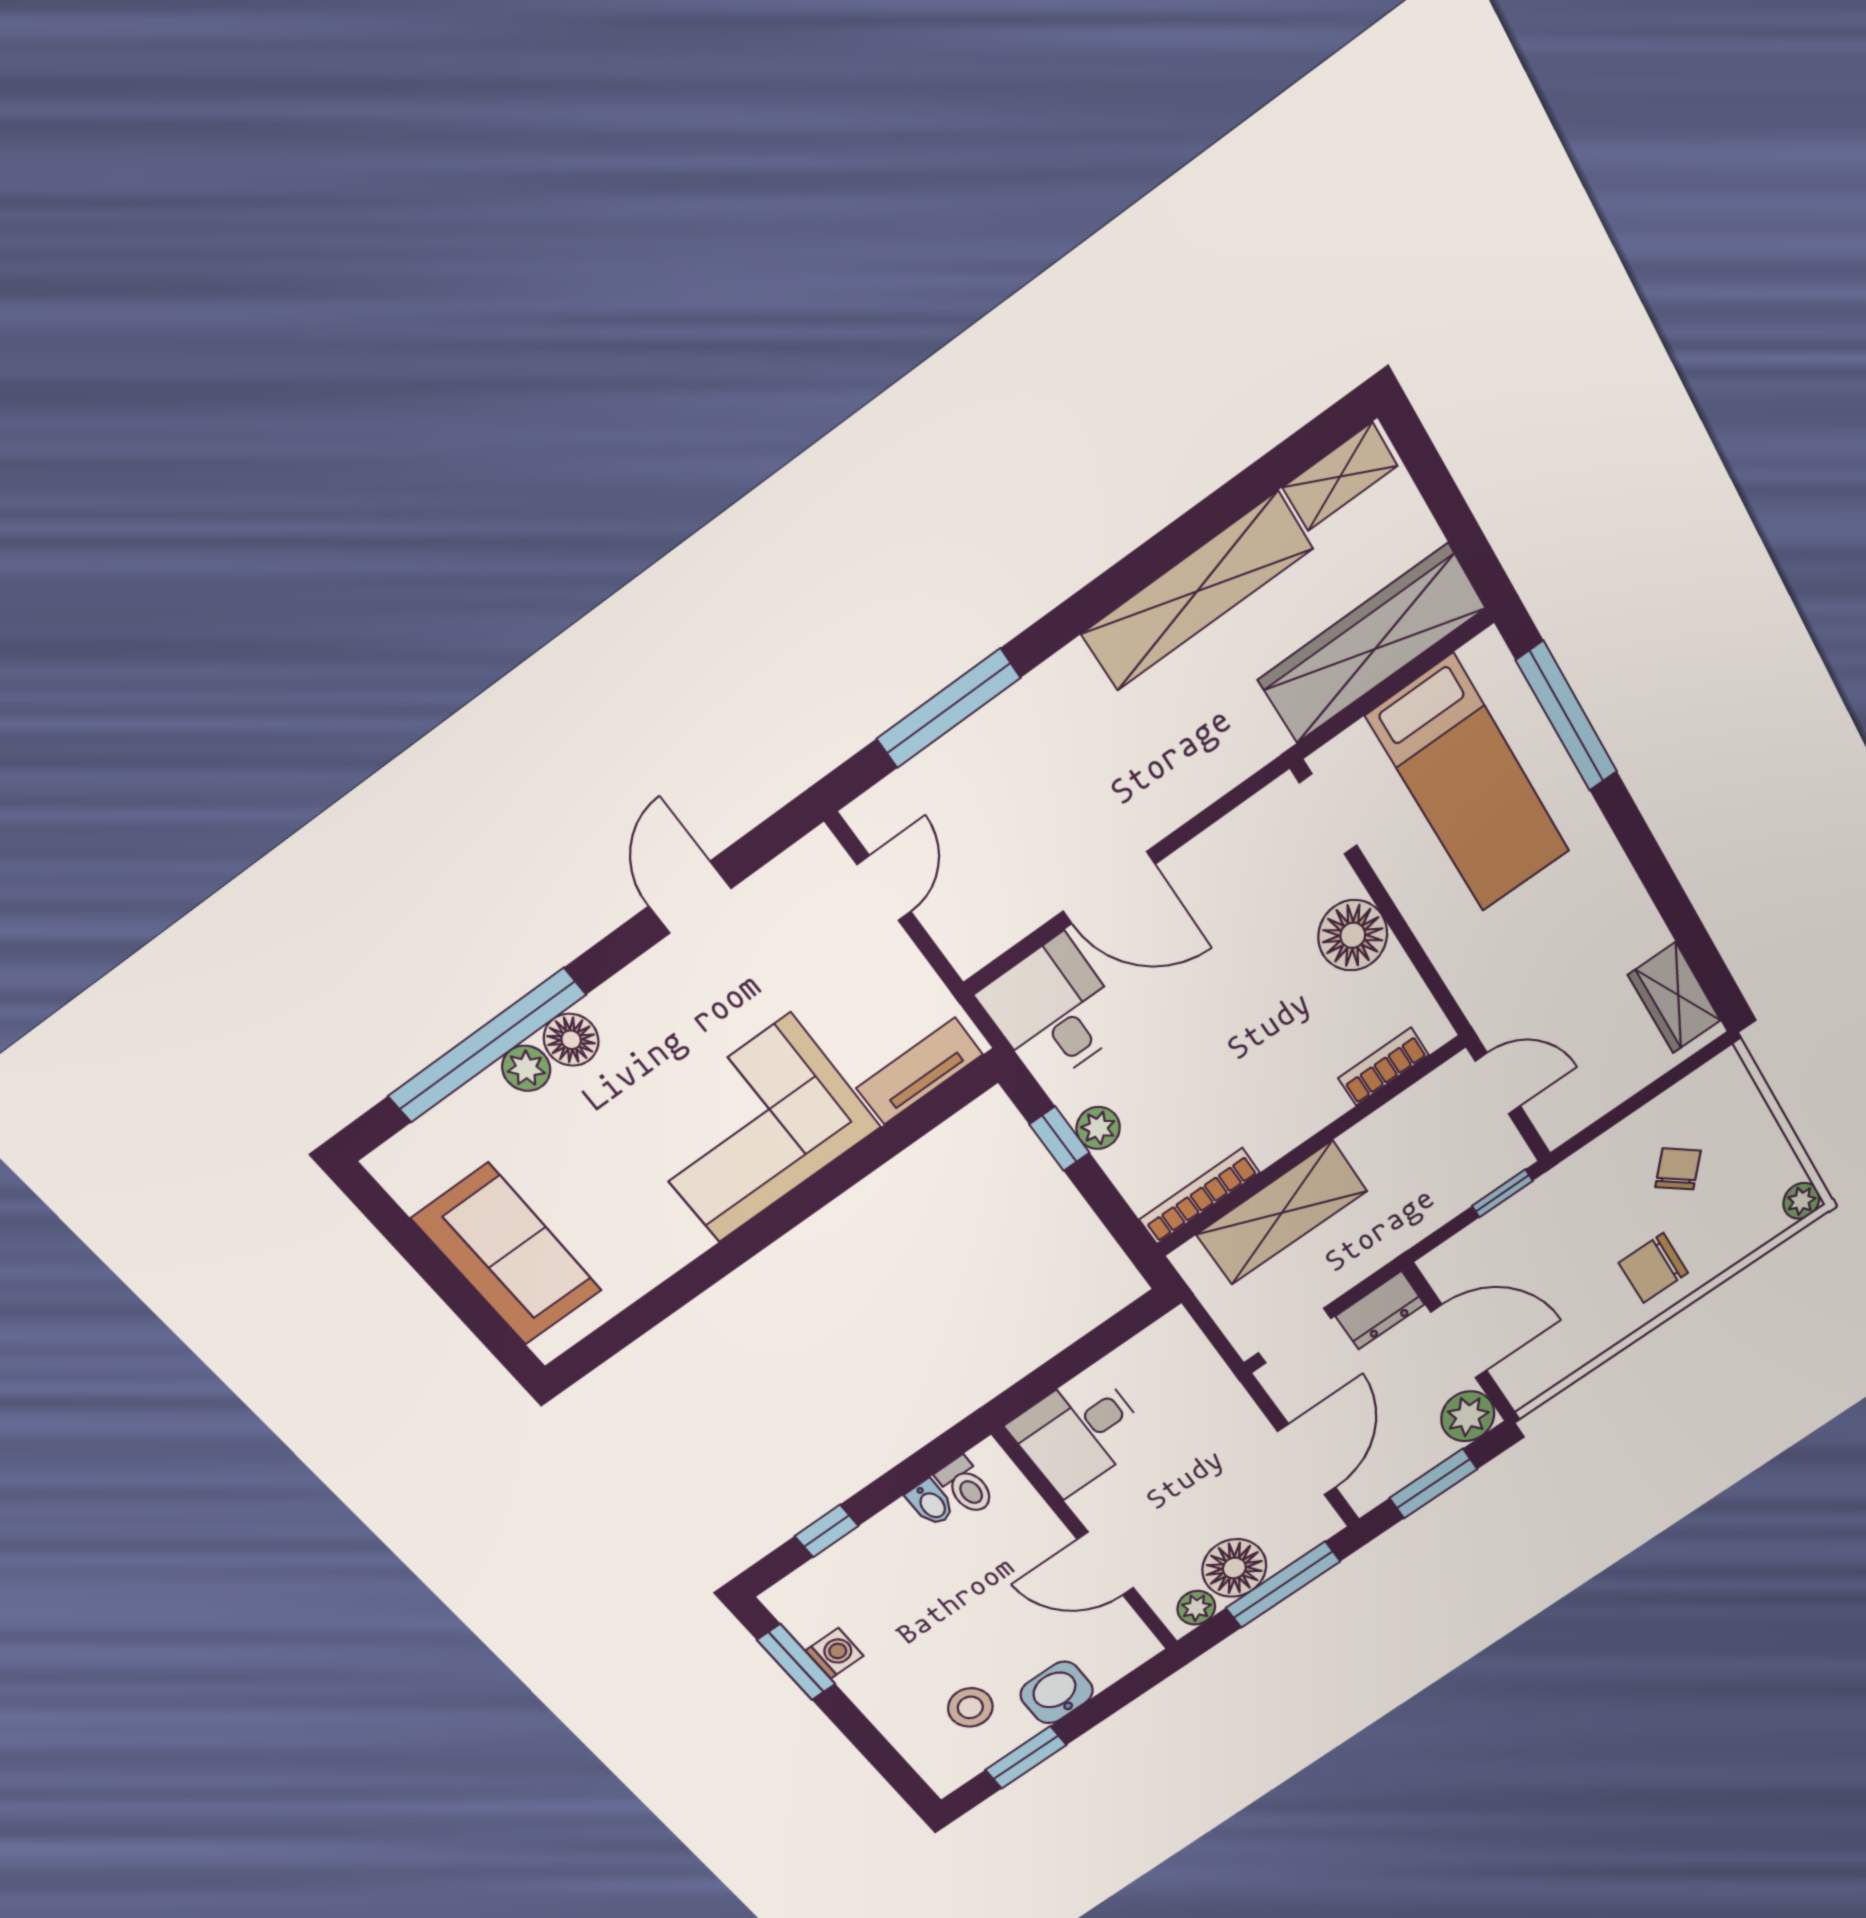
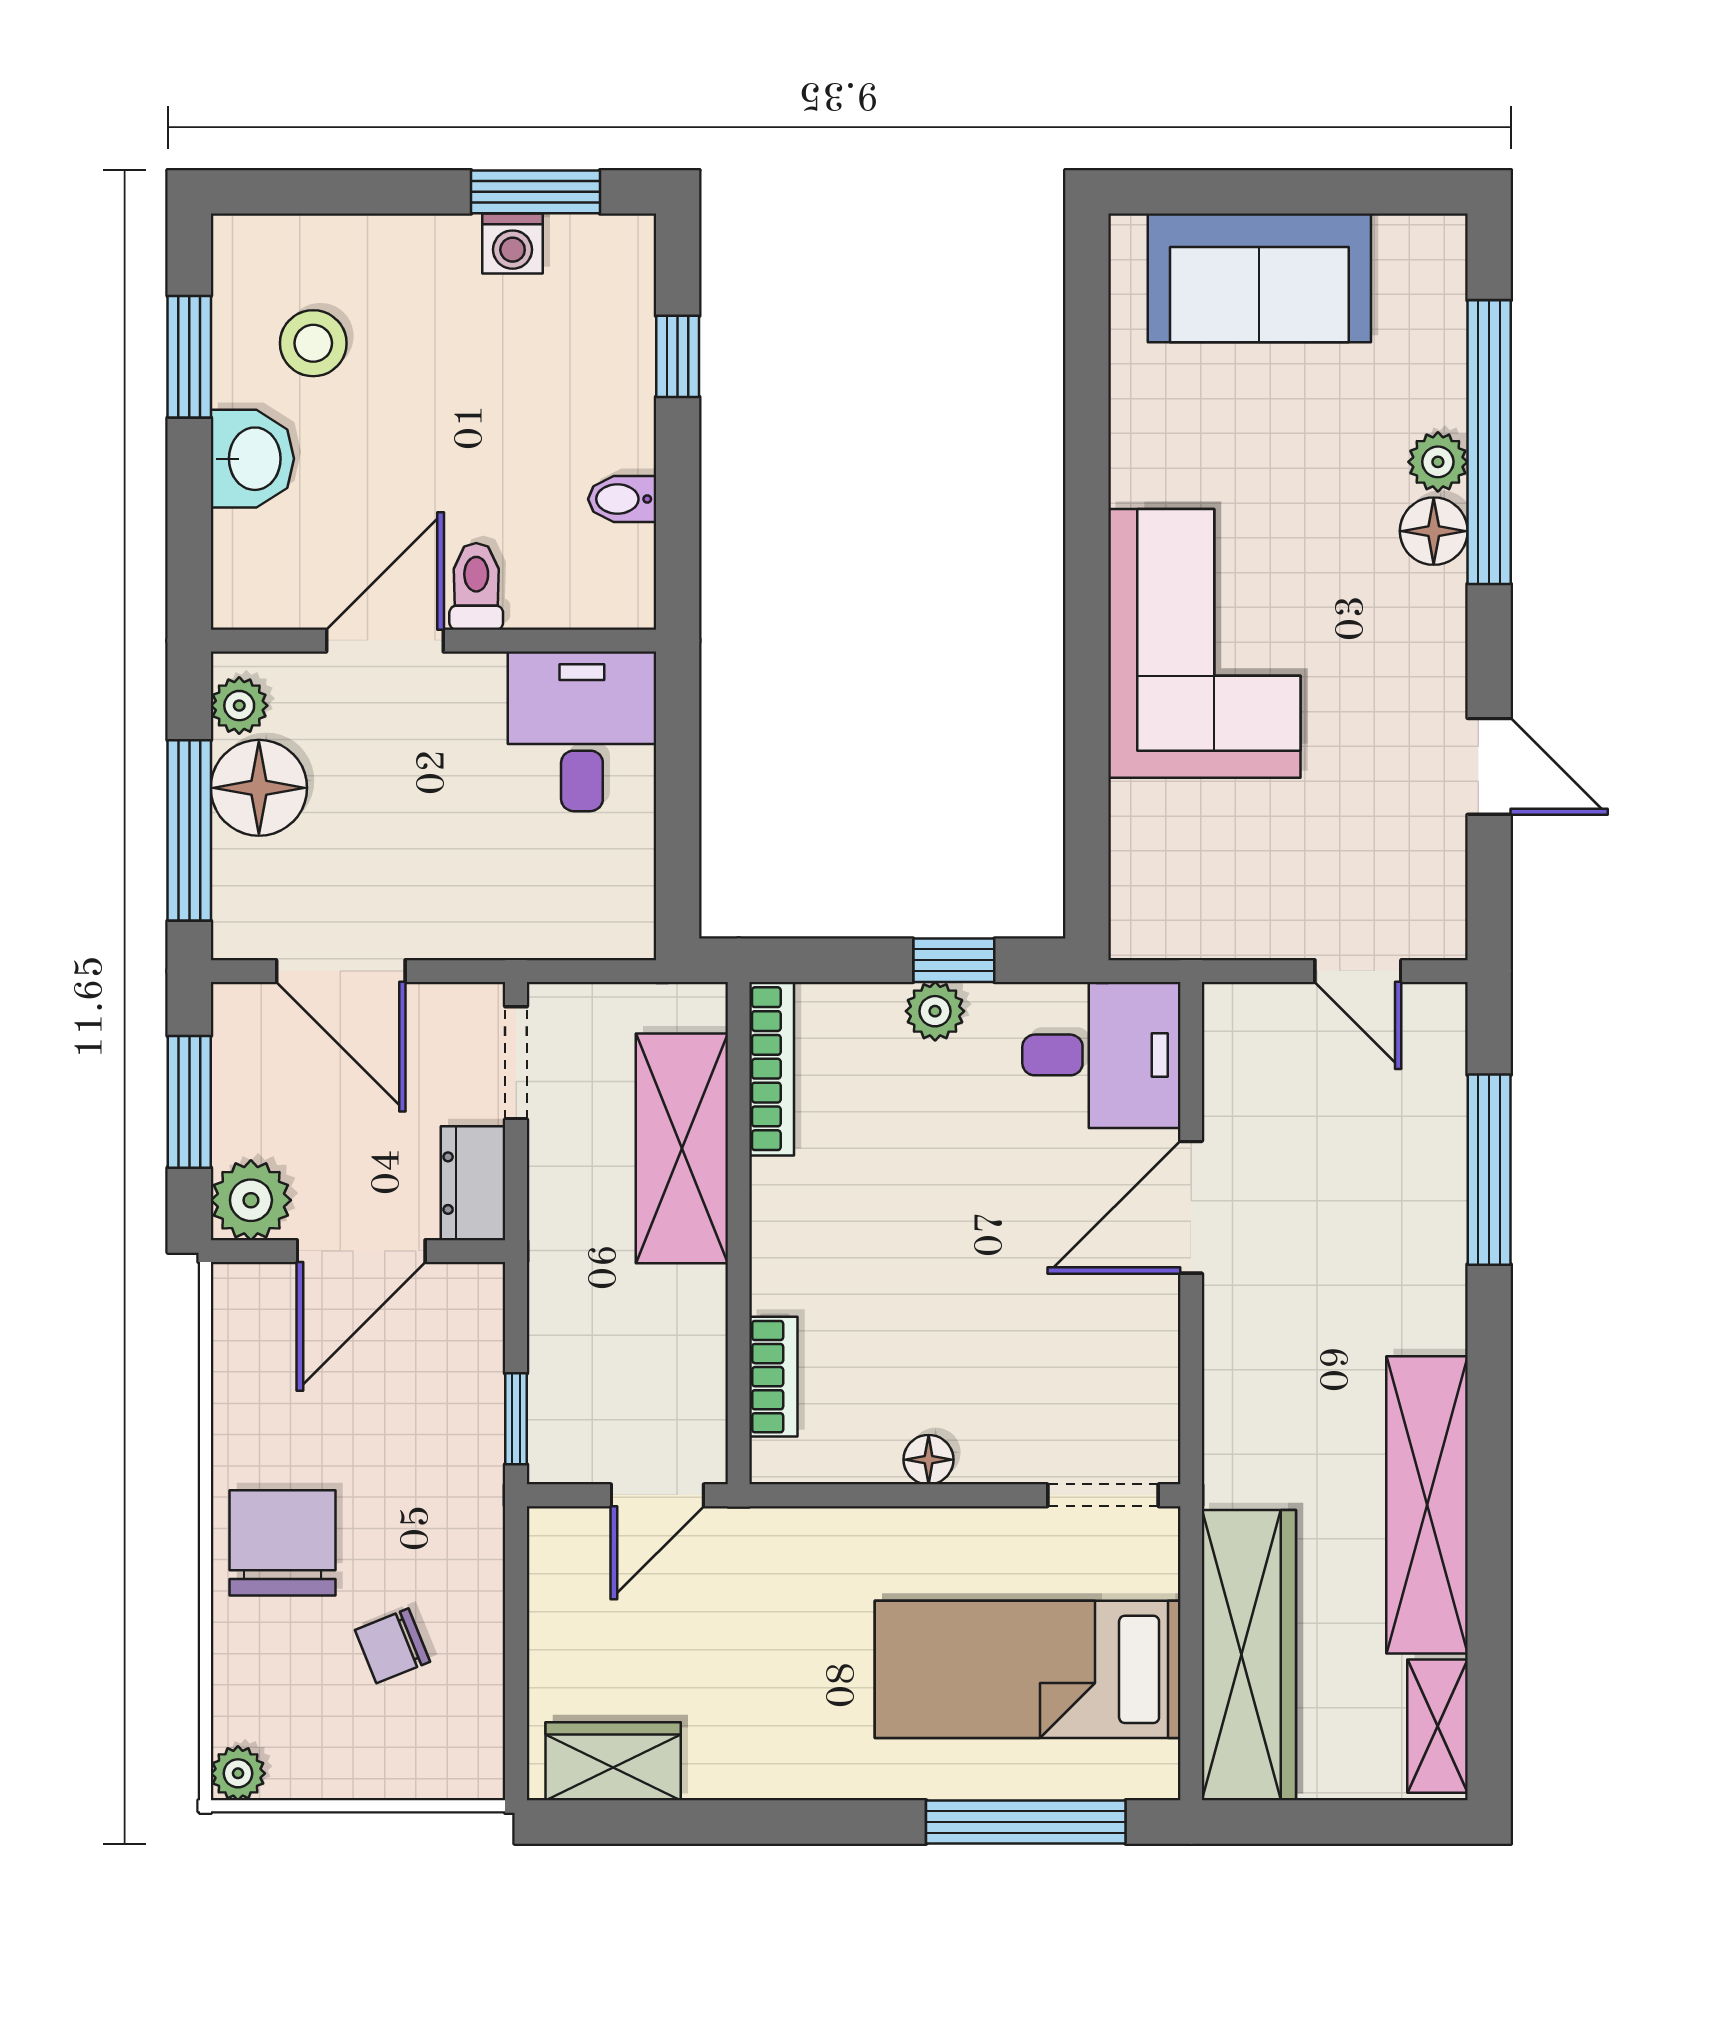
floor lamp: (1353, 935) -> (929, 1460), width x0.53, depth x0.53
tv unit: (920, 1071) -> (1139, 864), removed
chair: (1678, 1169) -> (392, 1646), turned 118
chair: (1653, 1268) -> (283, 1543), width x1.37, depth x1.37
toilet: (966, 1486) -> (476, 586), moved, turned 90

